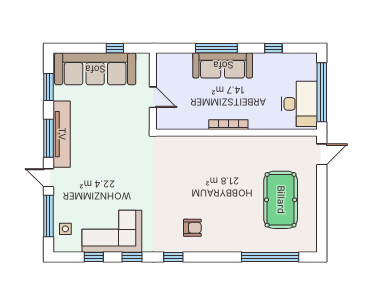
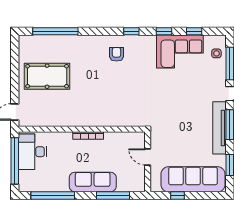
window: (216, 48) -> (113, 196), moved
window: (273, 48) -> (53, 196), width x3.17
pool table: (281, 200) -> (47, 76), turned 90
armchair: (192, 228) -> (117, 54), turned 90

